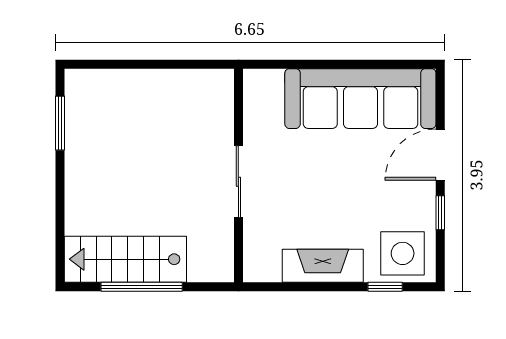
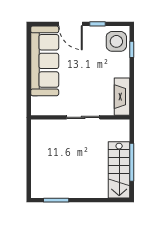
fireplace: (323, 266) -> (122, 97), moved

